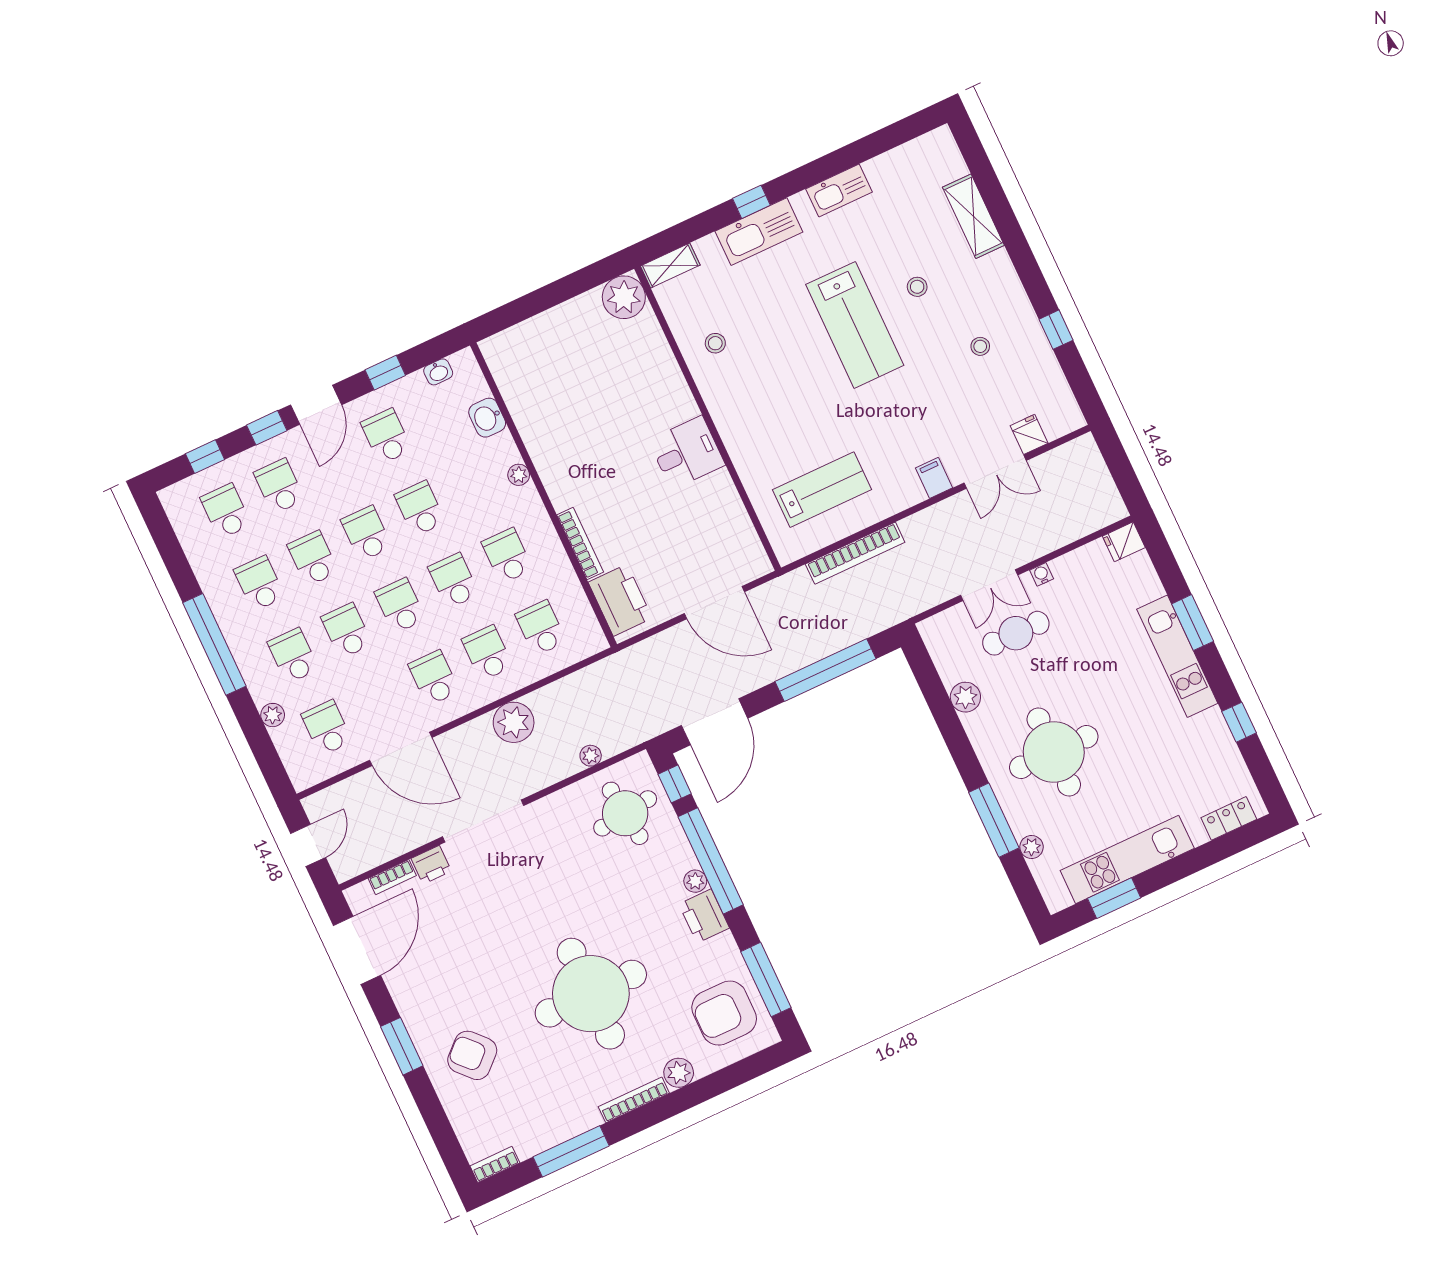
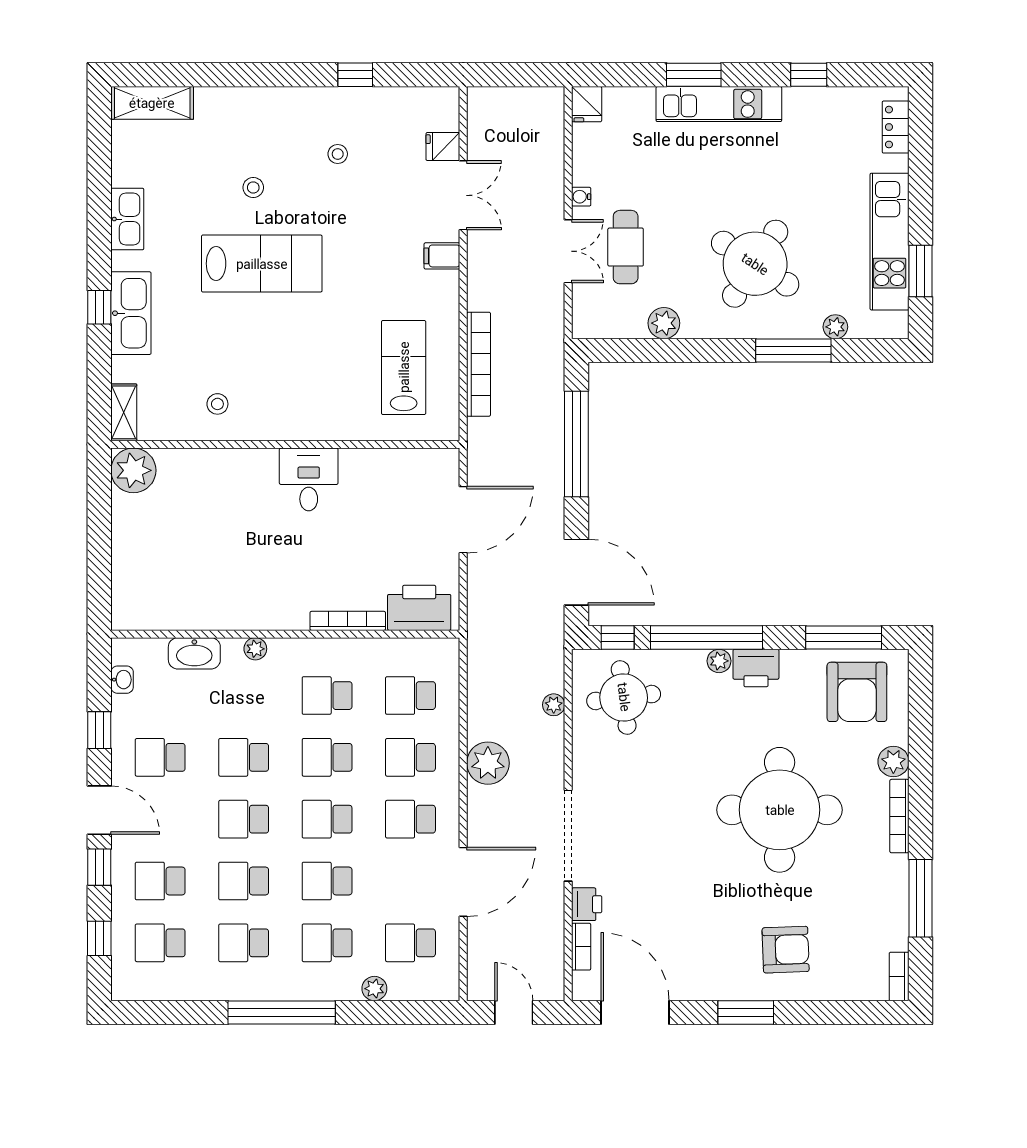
shelving: (973, 216) -> (152, 103), moved
washbasin: (487, 418) -> (194, 653), width x1.38
round table: (1054, 752) -> (755, 264), turned 33
armchair: (472, 1055) -> (786, 950), turned -139

